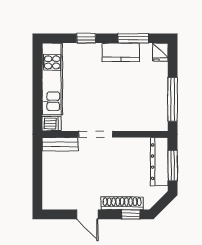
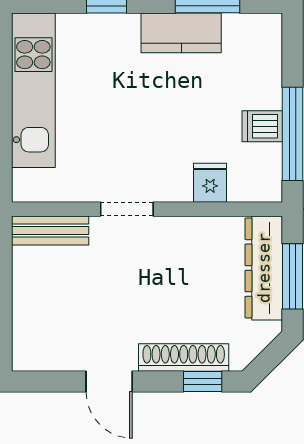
fridge: (160, 52) -> (210, 183), moved, turned 180
dishwasher: (51, 123) -> (262, 126), moved, turned 180
doorway: (96, 134) -> (127, 209), width x0.73

